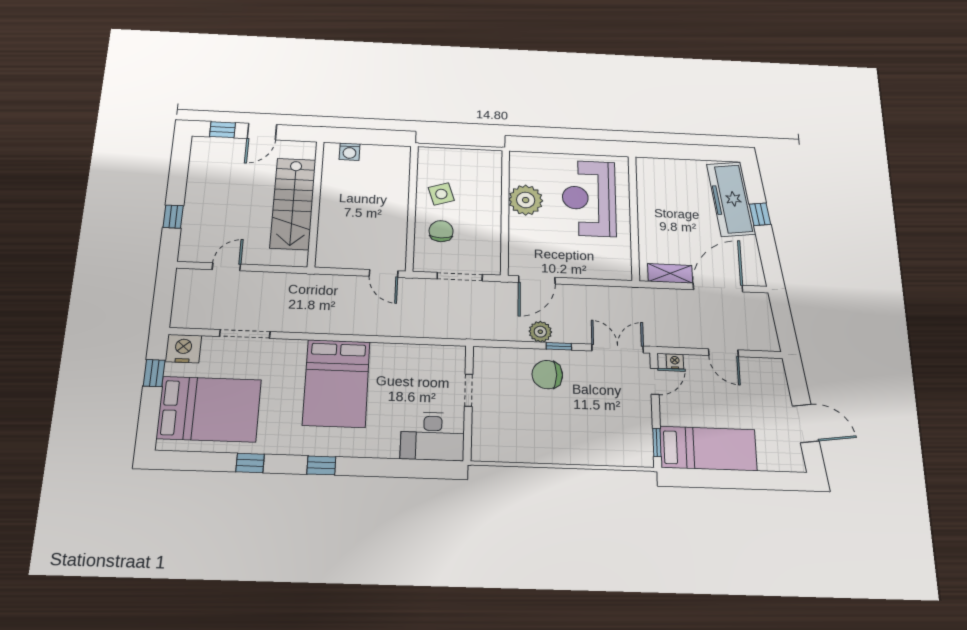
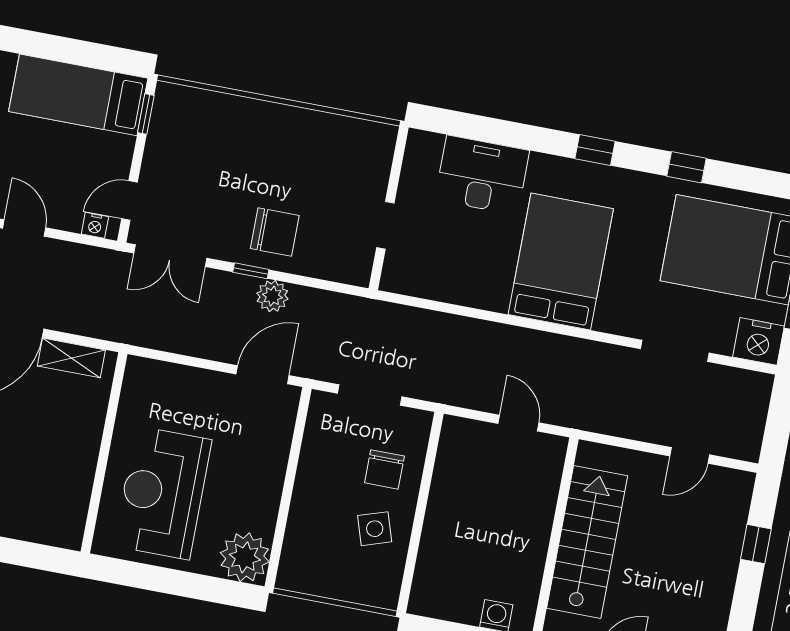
reception desk: (589, 198) -> (163, 493), turned 180
plant: (526, 200) -> (245, 557), moved
door: (384, 273) -> (519, 423), moved
desk: (433, 436) -> (482, 175), moved

